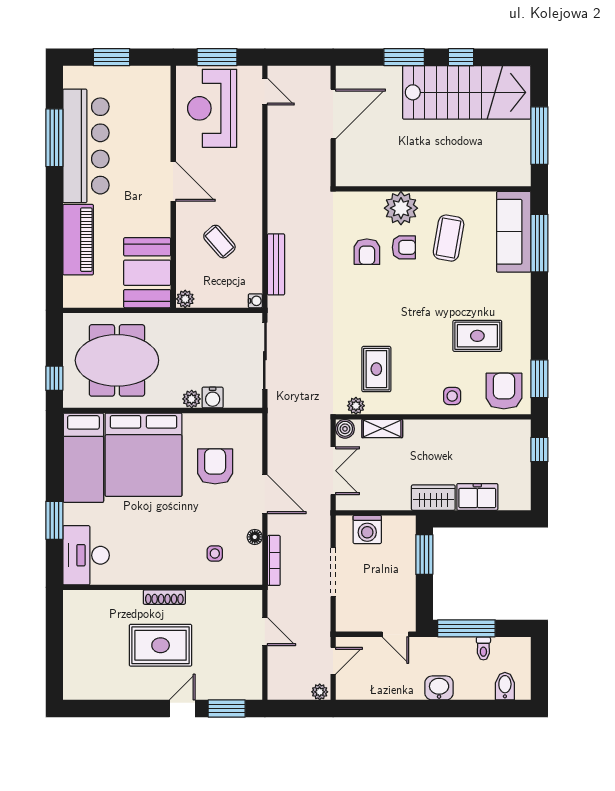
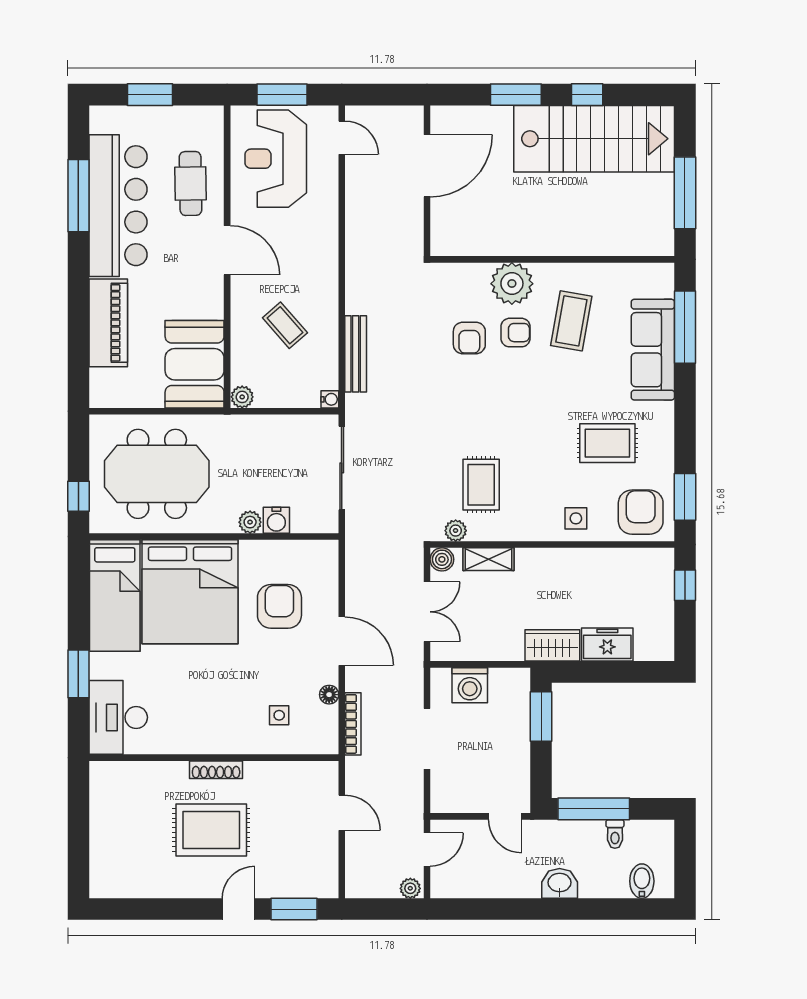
cafe table: (144, 128) -> (191, 183), added
sofa: (514, 232) -> (653, 350), moved

